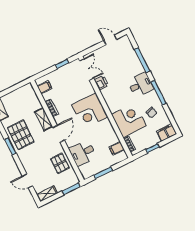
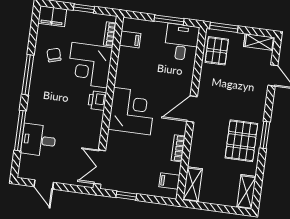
printer: (101, 83) -> (97, 101), moved
desk: (140, 85) -> (39, 140), moved
shelving: (44, 119) -> (193, 184), moved
desk: (83, 153) -> (182, 42), moved, turned -90
pallet: (60, 163) -> (217, 51), moved

